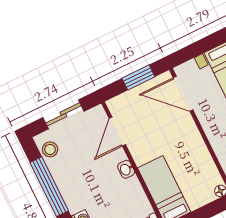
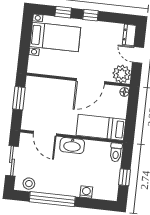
door: (183, 94) -> (90, 81), moved
washbasin: (126, 169) -> (72, 145), width x1.91, depth x1.45

